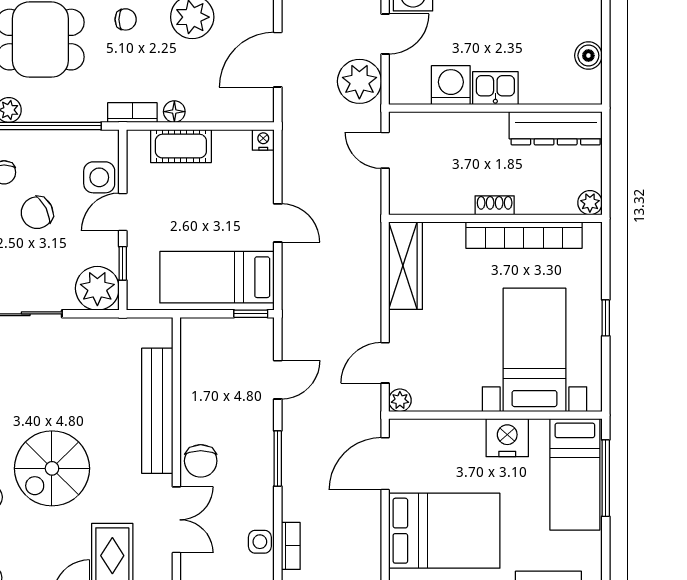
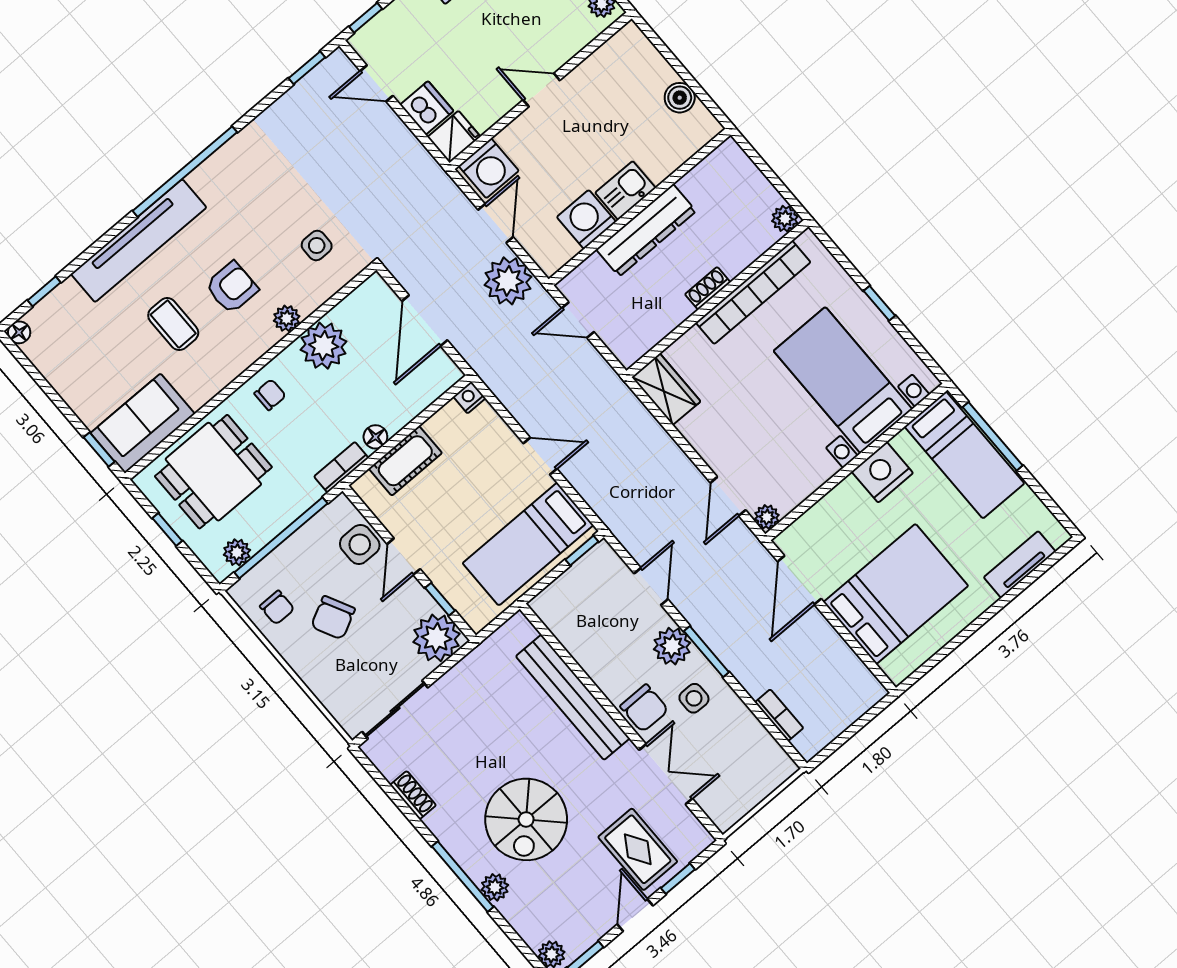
dresser: (556, 128) -> (646, 230), moved
wardrobe: (406, 266) -> (666, 389), width x0.67
plant: (257, 434) -> (672, 646), added
side table: (260, 542) -> (694, 698), moved

